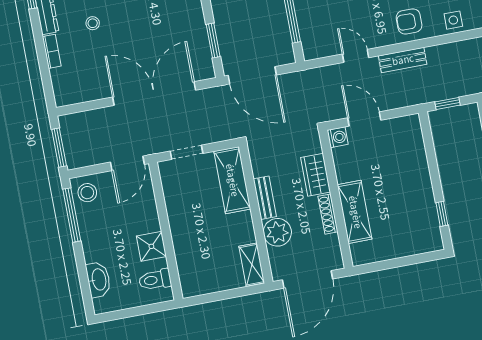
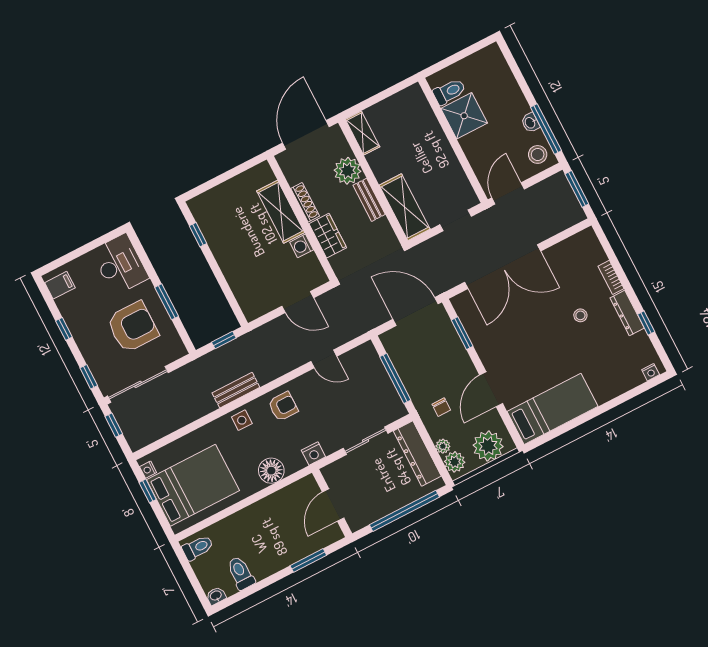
bench: (403, 60) -> (236, 390), moved
washing machine: (338, 137) -> (302, 246), moved
shower: (151, 246) -> (464, 116), width x1.36, depth x1.36
washbasin: (98, 280) -> (530, 123), moved, width x0.52, depth x0.69

